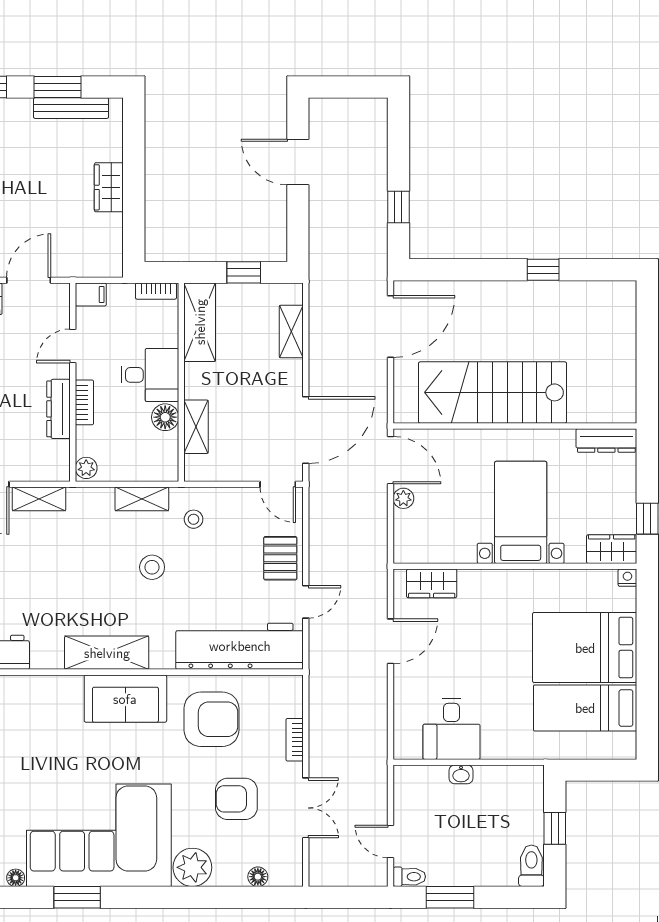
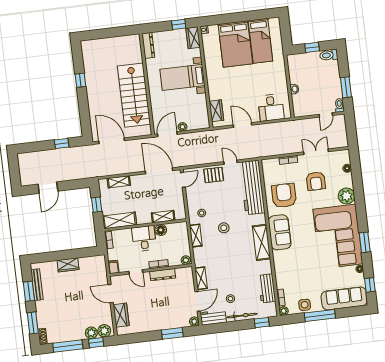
desk: (452, 729) -> (271, 108), moved, turned 90

